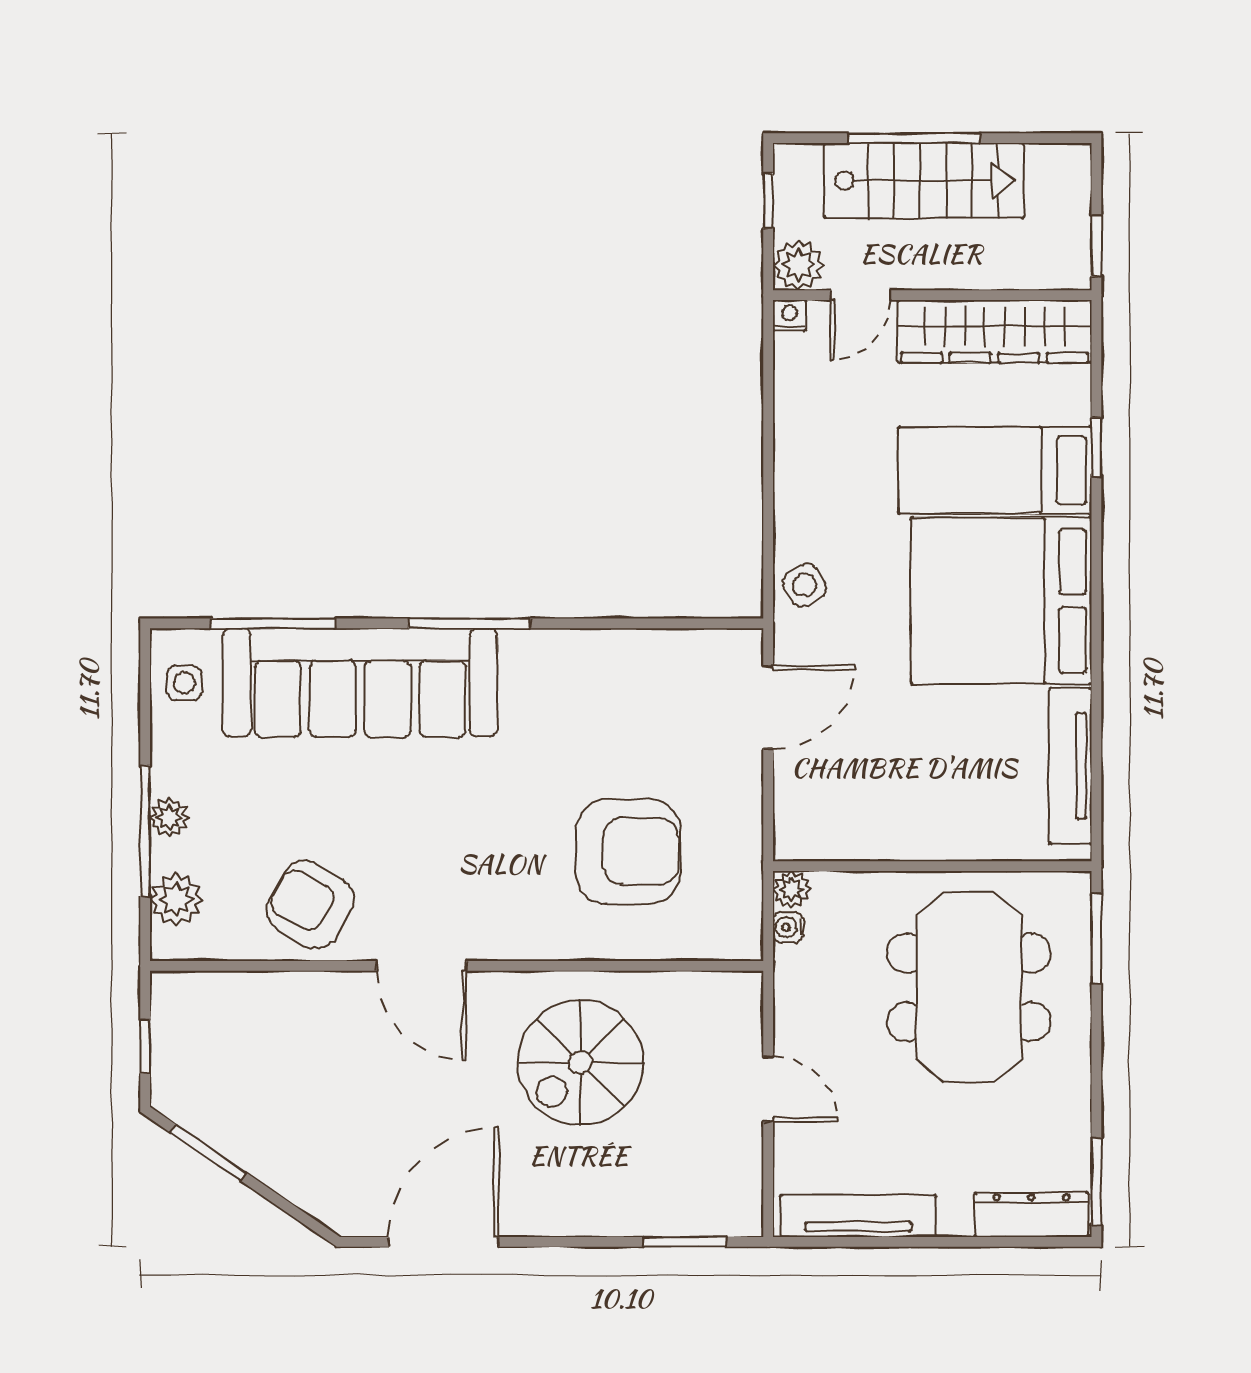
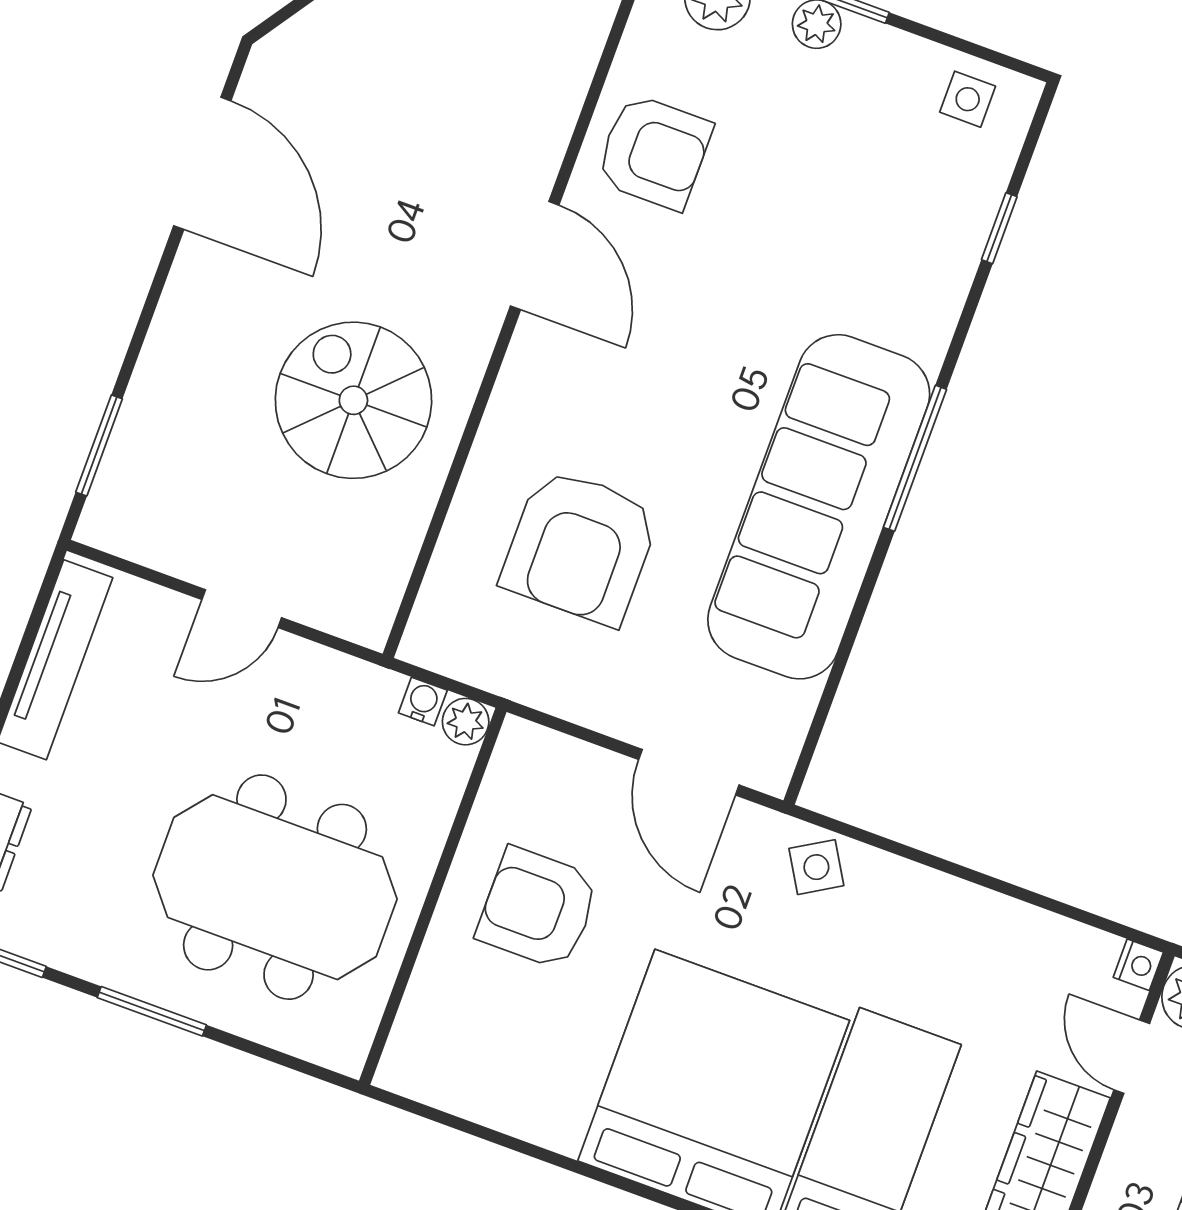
window: (273, 623) -> (999, 228), width x0.46
sofa: (360, 683) -> (819, 507), moved
tv unit: (1070, 766) -> (491, 1101), removed
armchair: (912, 783) -> (538, 908), added
armchair: (310, 905) -> (654, 152), turned 60
window: (1096, 938) -> (152, 1011), moved
door: (421, 966) -> (535, 256), swing flipped

